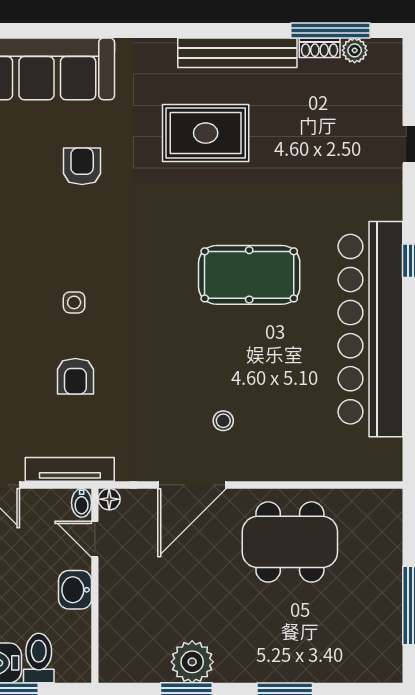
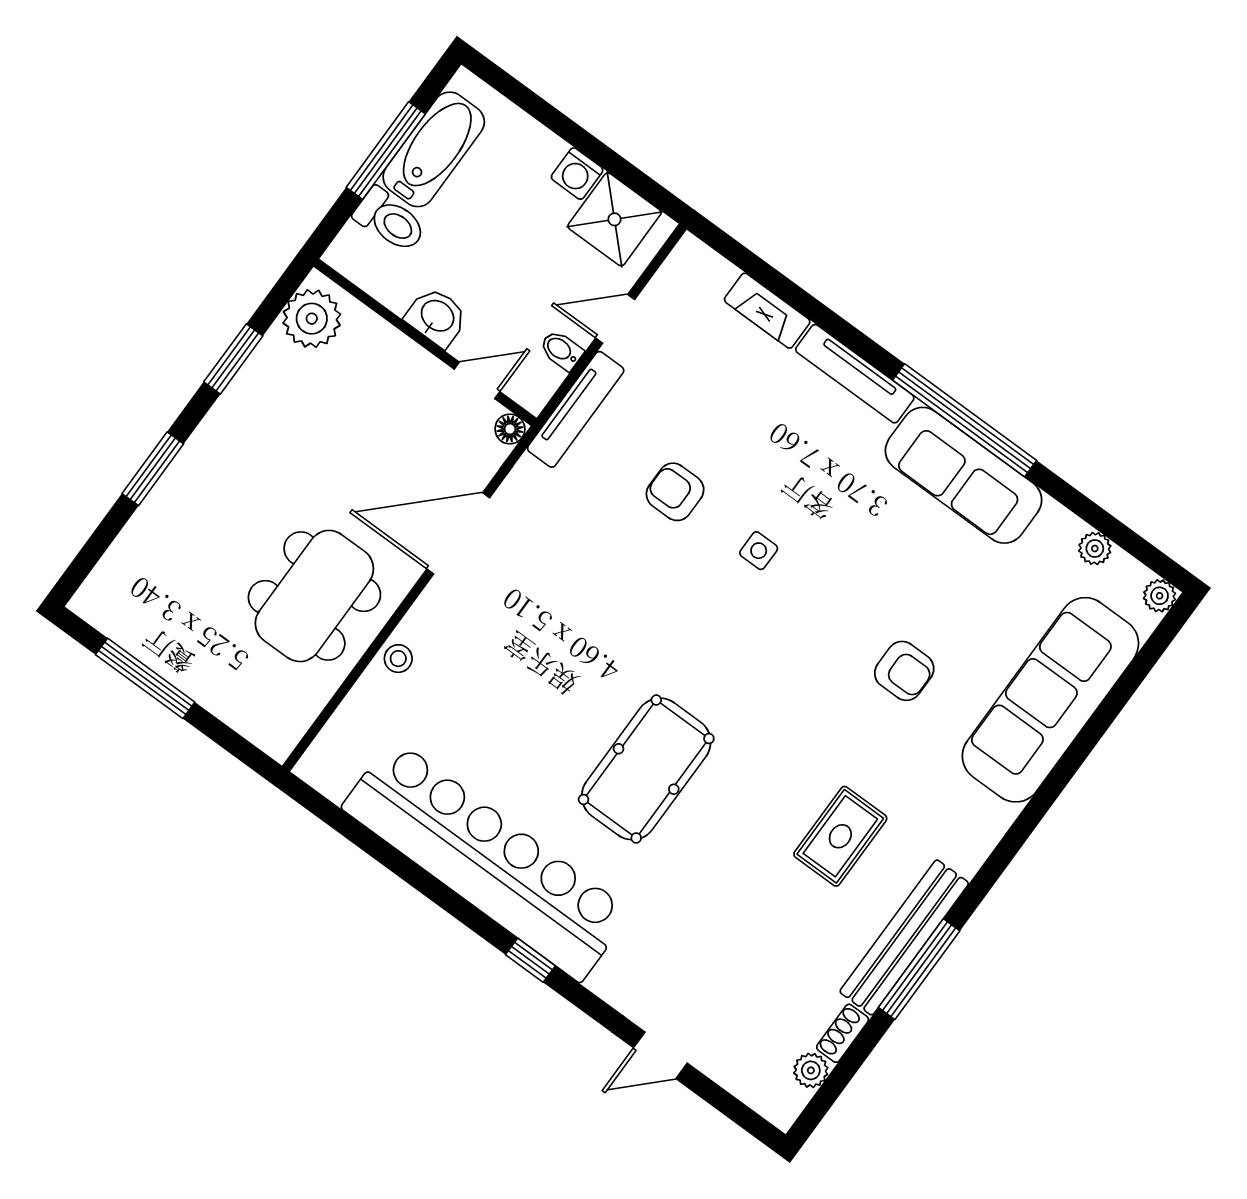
window: (330, 30) -> (919, 969), moved
rug: (206, 133) -> (840, 836), width x0.73, depth x0.70
stool: (223, 421) -> (398, 659), moved
door: (192, 485) -> (458, 533), hinge flipped
bidet: (82, 503) -> (561, 350), moved
plant: (192, 662) -> (312, 319), moved

